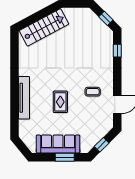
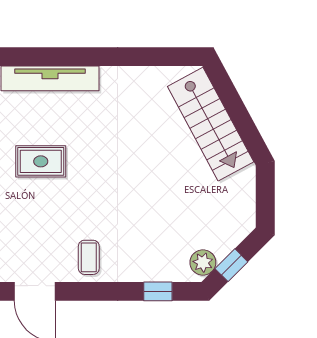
plant: (105, 31) -> (203, 262), added
coffee table: (93, 92) -> (89, 257), moved

